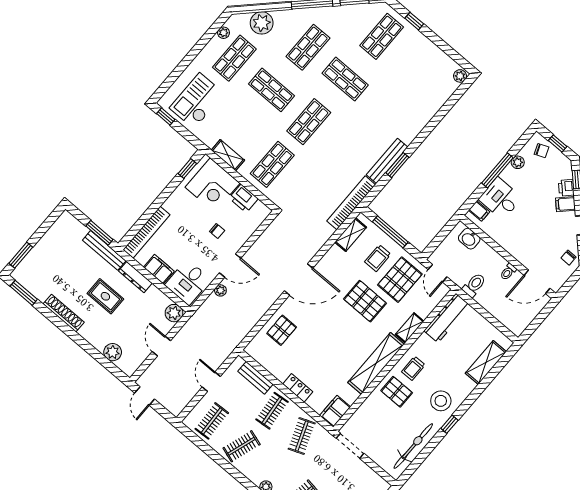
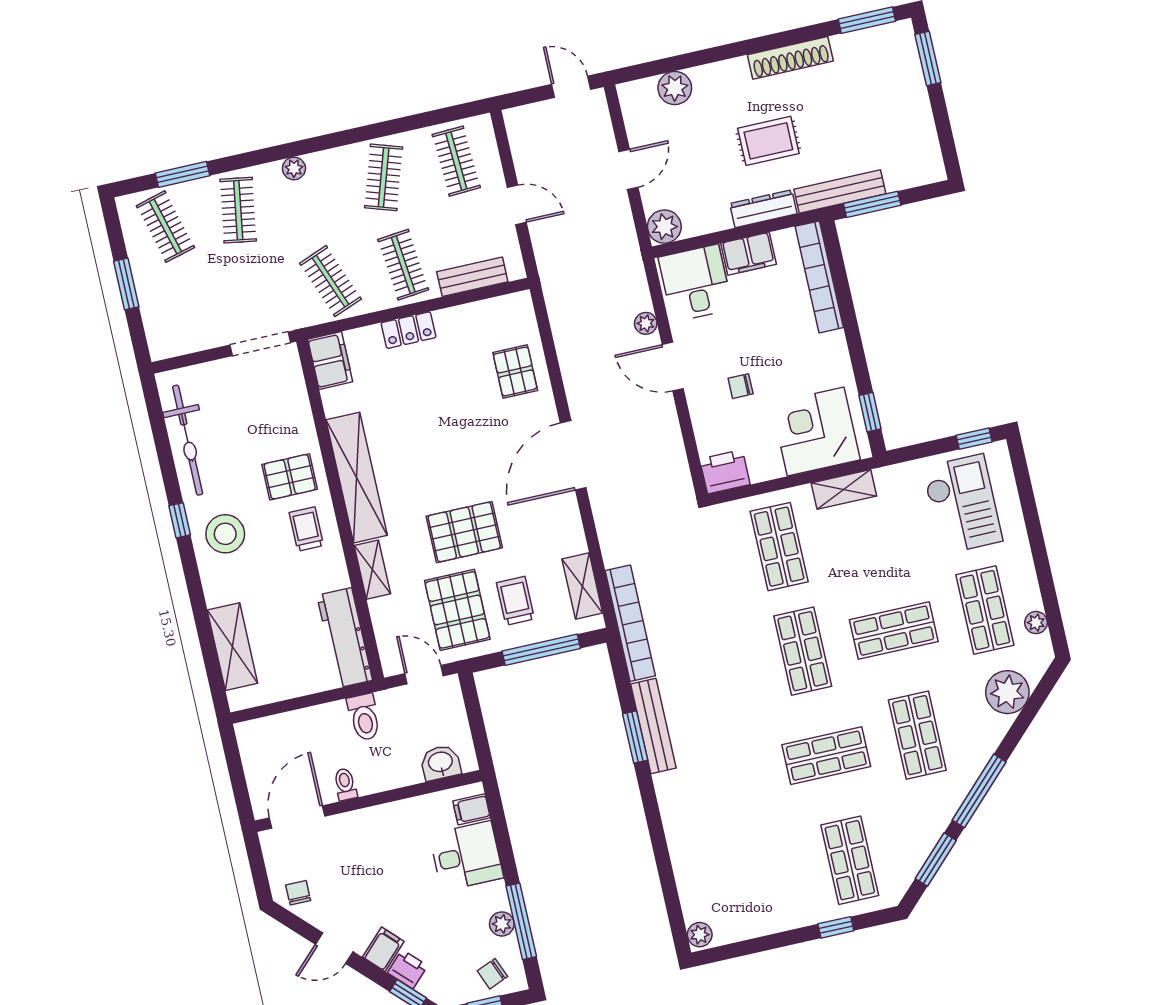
window: (497, 170) -> (521, 921), moved
printer: (244, 198) -> (725, 472), moved
door: (230, 266) -> (673, 367), hinge flipped
door: (161, 346) -> (628, 169), hinge flipped

